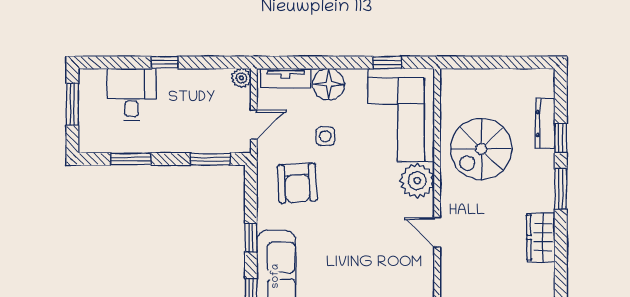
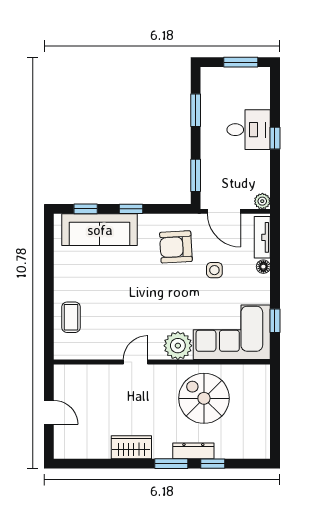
floor lamp: (329, 84) -> (263, 267), width x0.53, depth x0.53
desk: (132, 95) -> (249, 130), moved
dresser: (545, 123) -> (193, 451), moved
door: (254, 125) -> (224, 211), width x1.38

